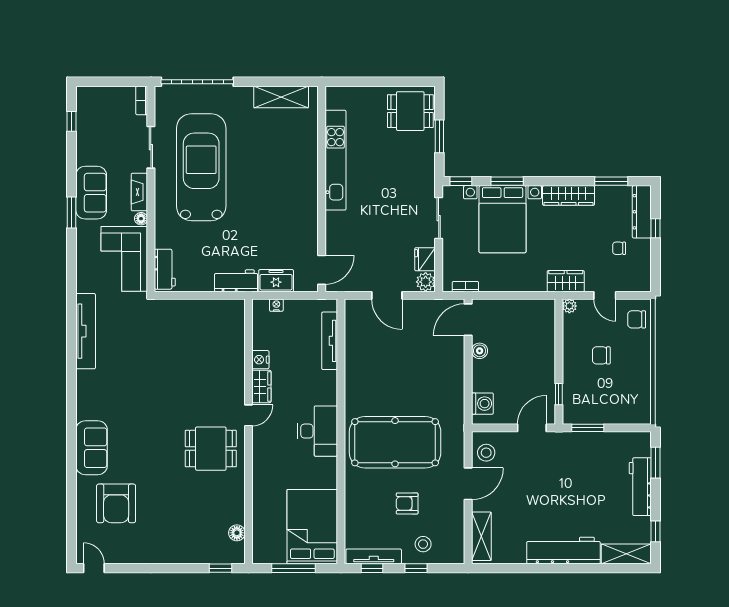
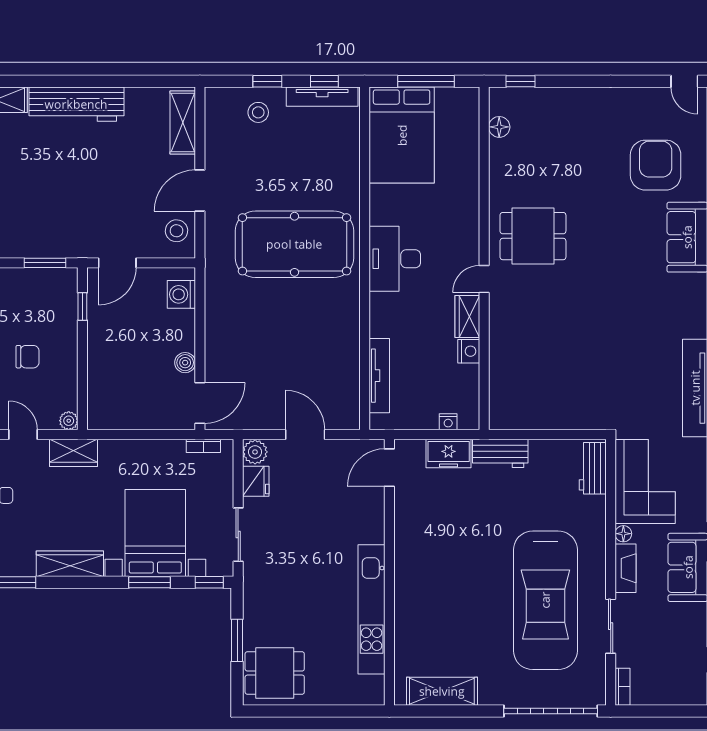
armchair: (407, 503) -> (279, 165), removed

